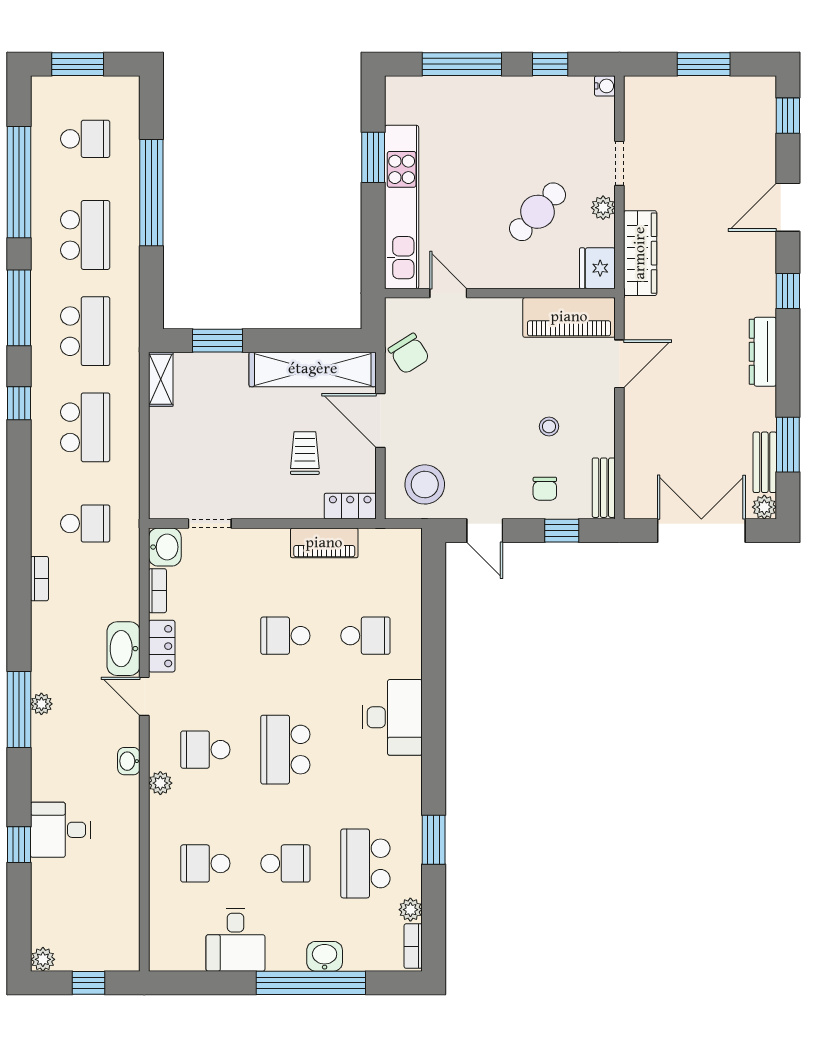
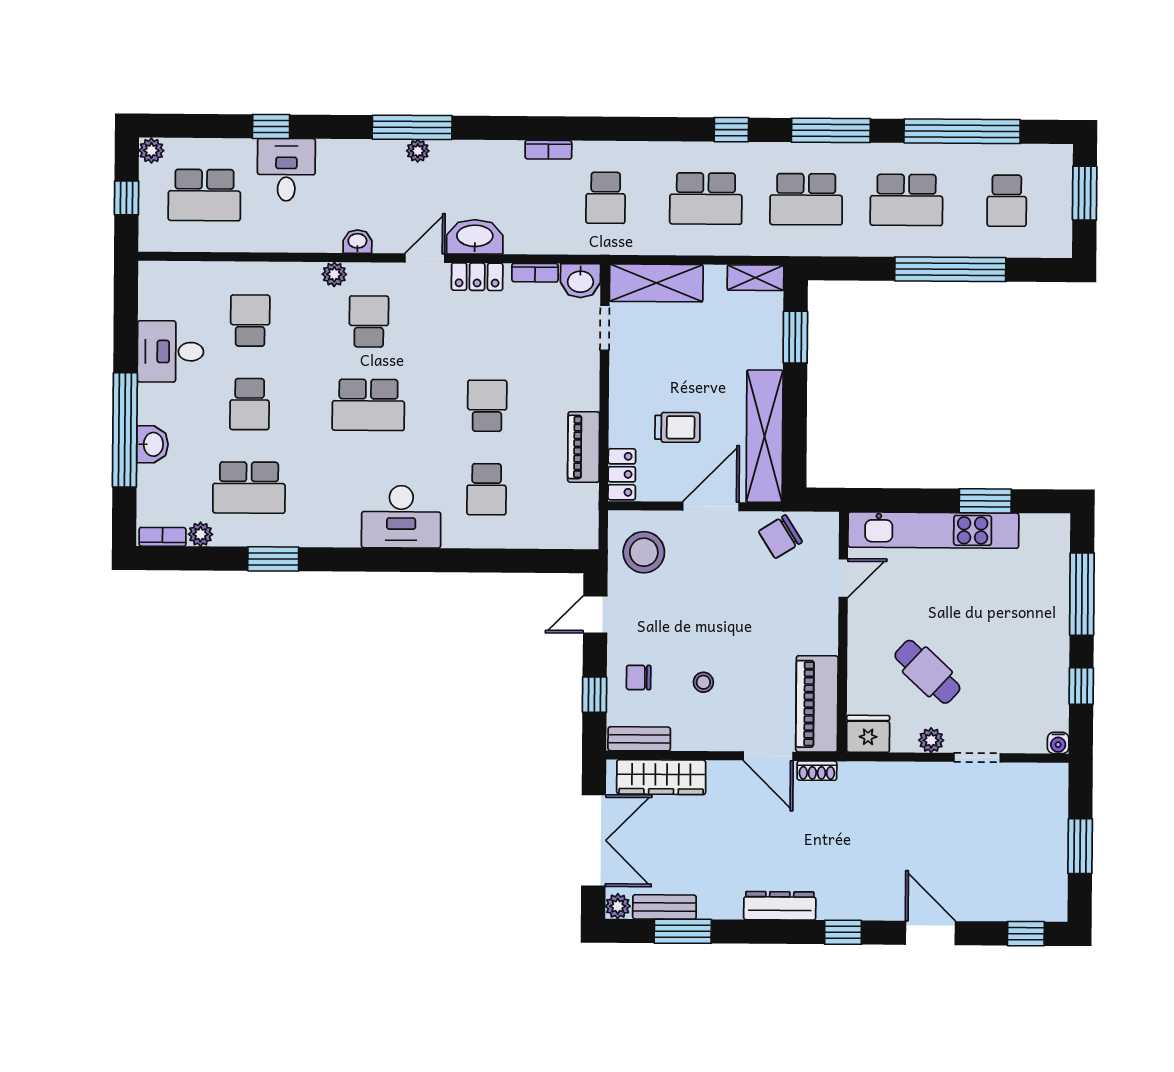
wardrobe: (640, 253) -> (661, 777), moved
shoe rack: (633, 317) -> (817, 771), added
shelving: (166, 474) -> (656, 283), added
school desk: (285, 750) -> (368, 405), turned 180
school desk: (365, 863) -> (249, 488), turned 180
school desk: (85, 908) -> (204, 195), added

